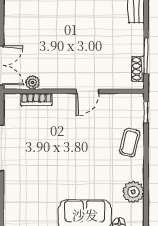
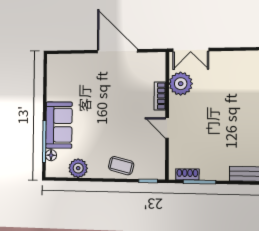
plant: (32, 83) -> (181, 84), width x1.88, depth x1.88
bookcase: (36, 99) -> (160, 96), moved

